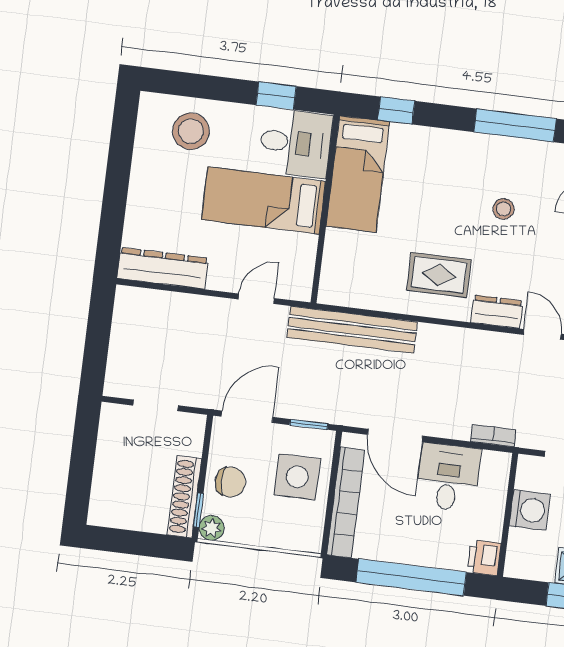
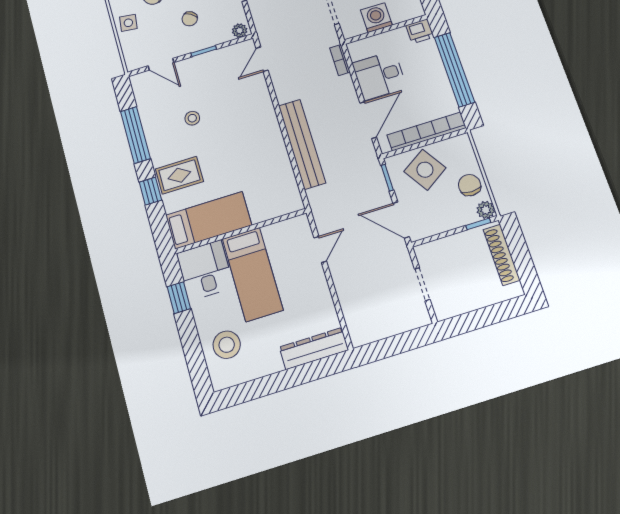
window: (396, 111) -> (150, 191), moved
dresser: (163, 268) -> (314, 349), moved, turned 90
rug: (439, 275) -> (179, 175), moved, turned 90
door: (256, 299) -> (320, 249), swing flipped
dresser: (497, 312) -> (260, 93), removed
bench: (352, 330) -> (302, 144), moved
side table: (297, 477) -> (425, 170), turned -33
chair: (230, 482) -> (470, 185), moved
shoe rack: (184, 497) -> (502, 255), moved, turned 90

